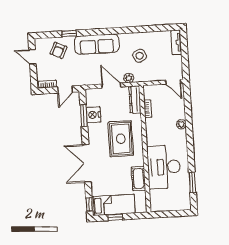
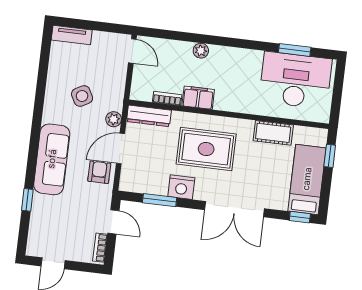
armchair: (58, 50) -> (99, 172), moved, turned -116
door: (173, 82) -> (132, 51), hinge flipped
nightstand: (94, 115) -> (181, 187), moved
filing cabinet: (152, 128) -> (198, 98), added
desk: (164, 167) -> (295, 80), moved, turned 180
window: (115, 217) -> (330, 156), moved

